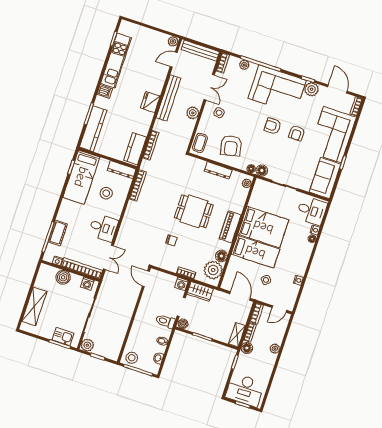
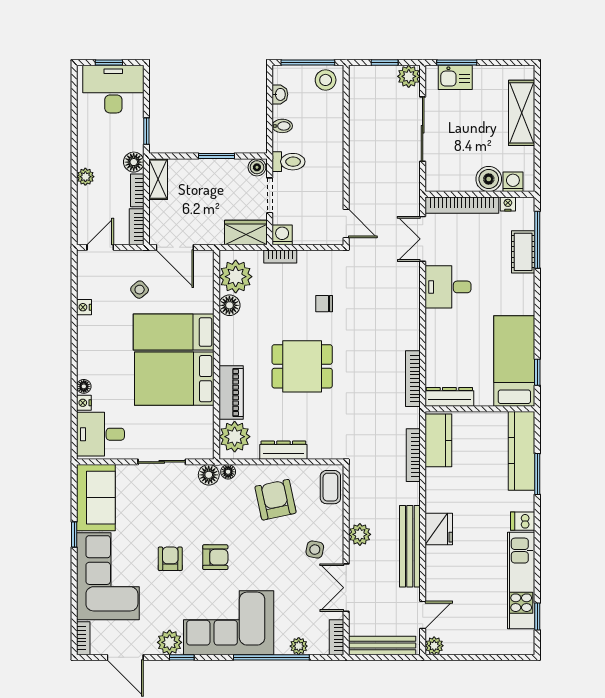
plant: (247, 183) -> (235, 437), width x1.87, depth x1.87
stool: (106, 193) -> (463, 348), removed
piano: (230, 227) -> (231, 393), moved
washing machine: (87, 284) -> (513, 182), moved

